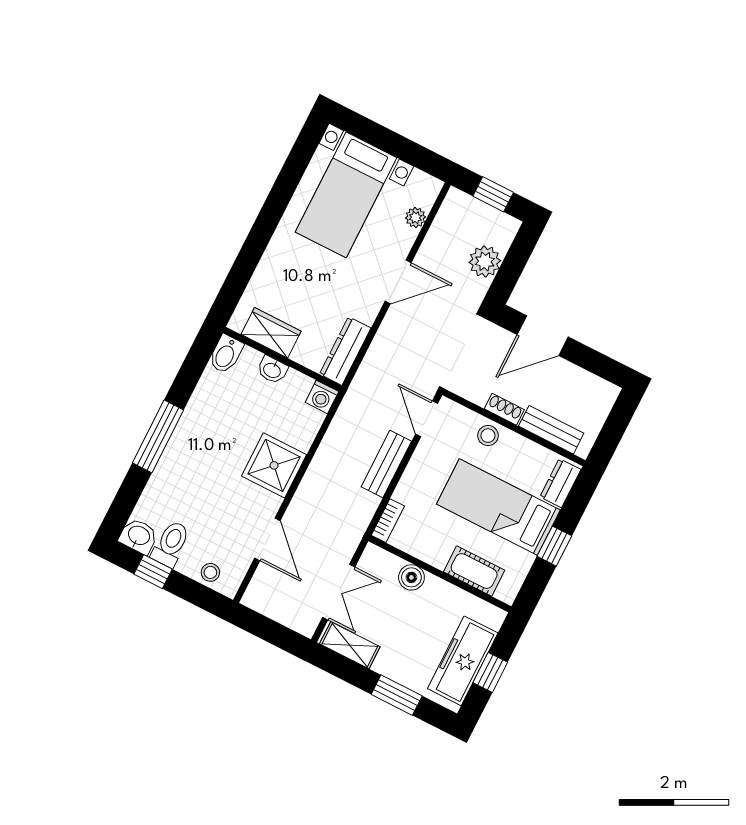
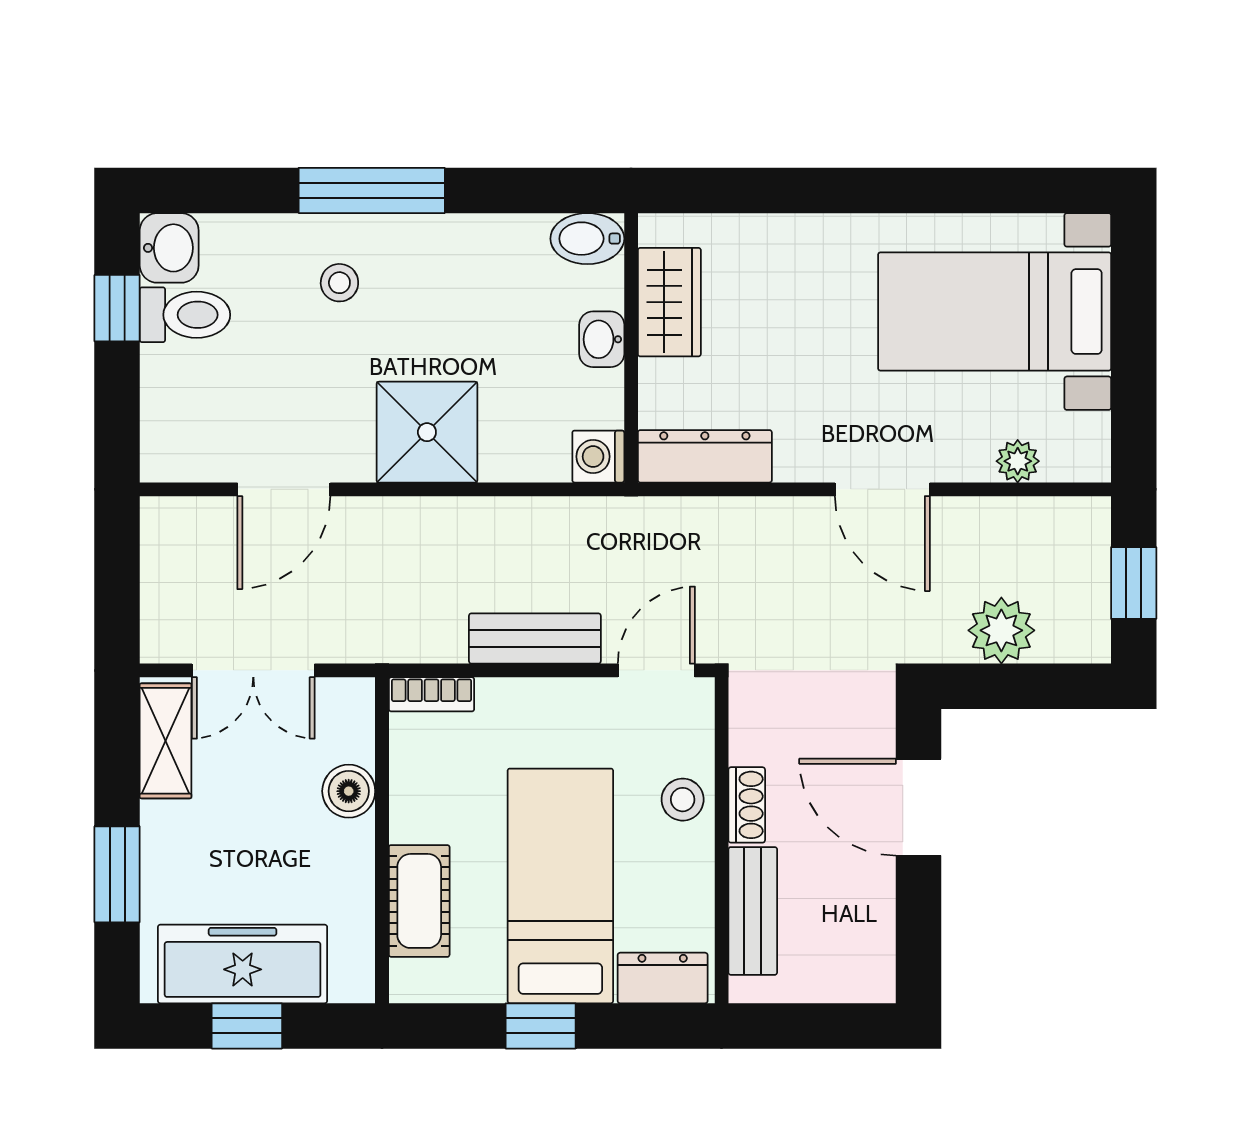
stool: (210, 572) -> (339, 283), moved

